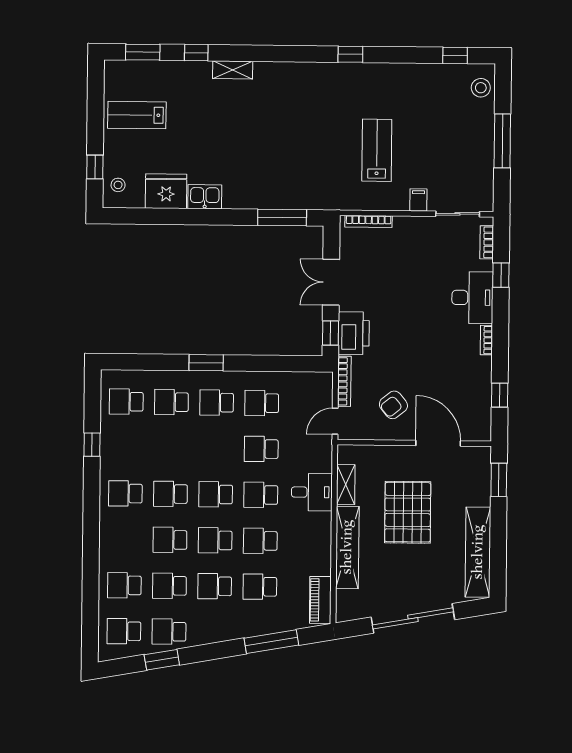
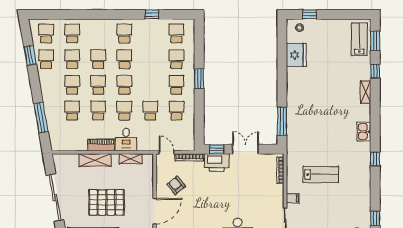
lab bench: (137, 115) -> (359, 39), moved
kitchen sink: (205, 197) -> (364, 132), moved, turned 180
pallet: (408, 512) -> (106, 202), moved
shelving: (347, 547) -> (95, 160), width x0.68
piano: (320, 600) -> (101, 145), moved

